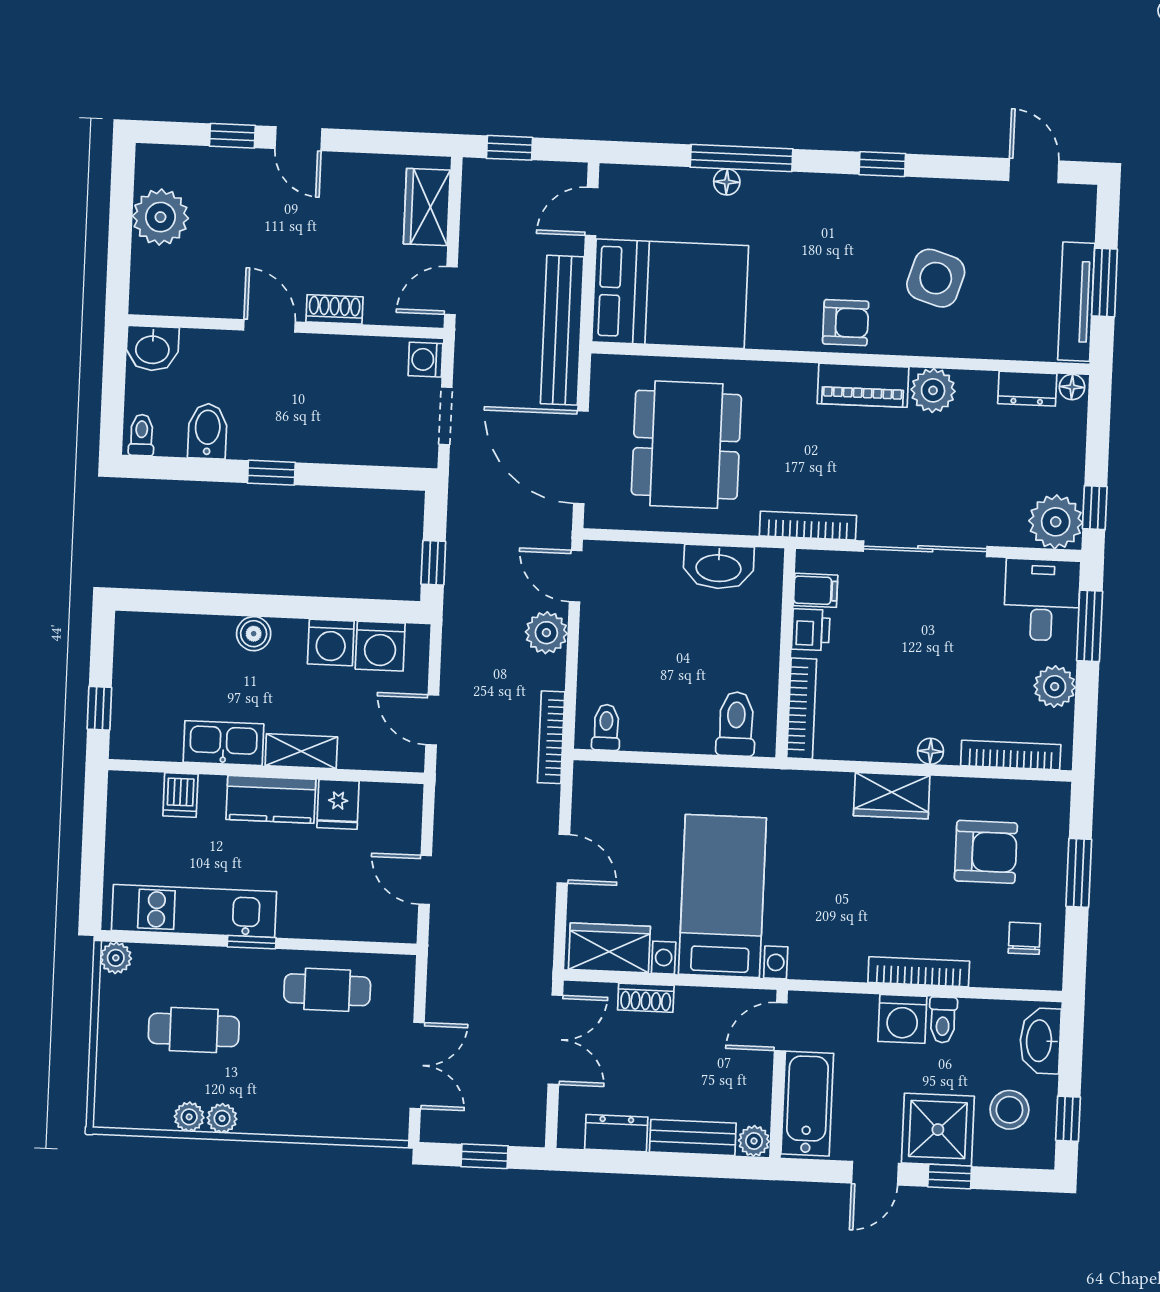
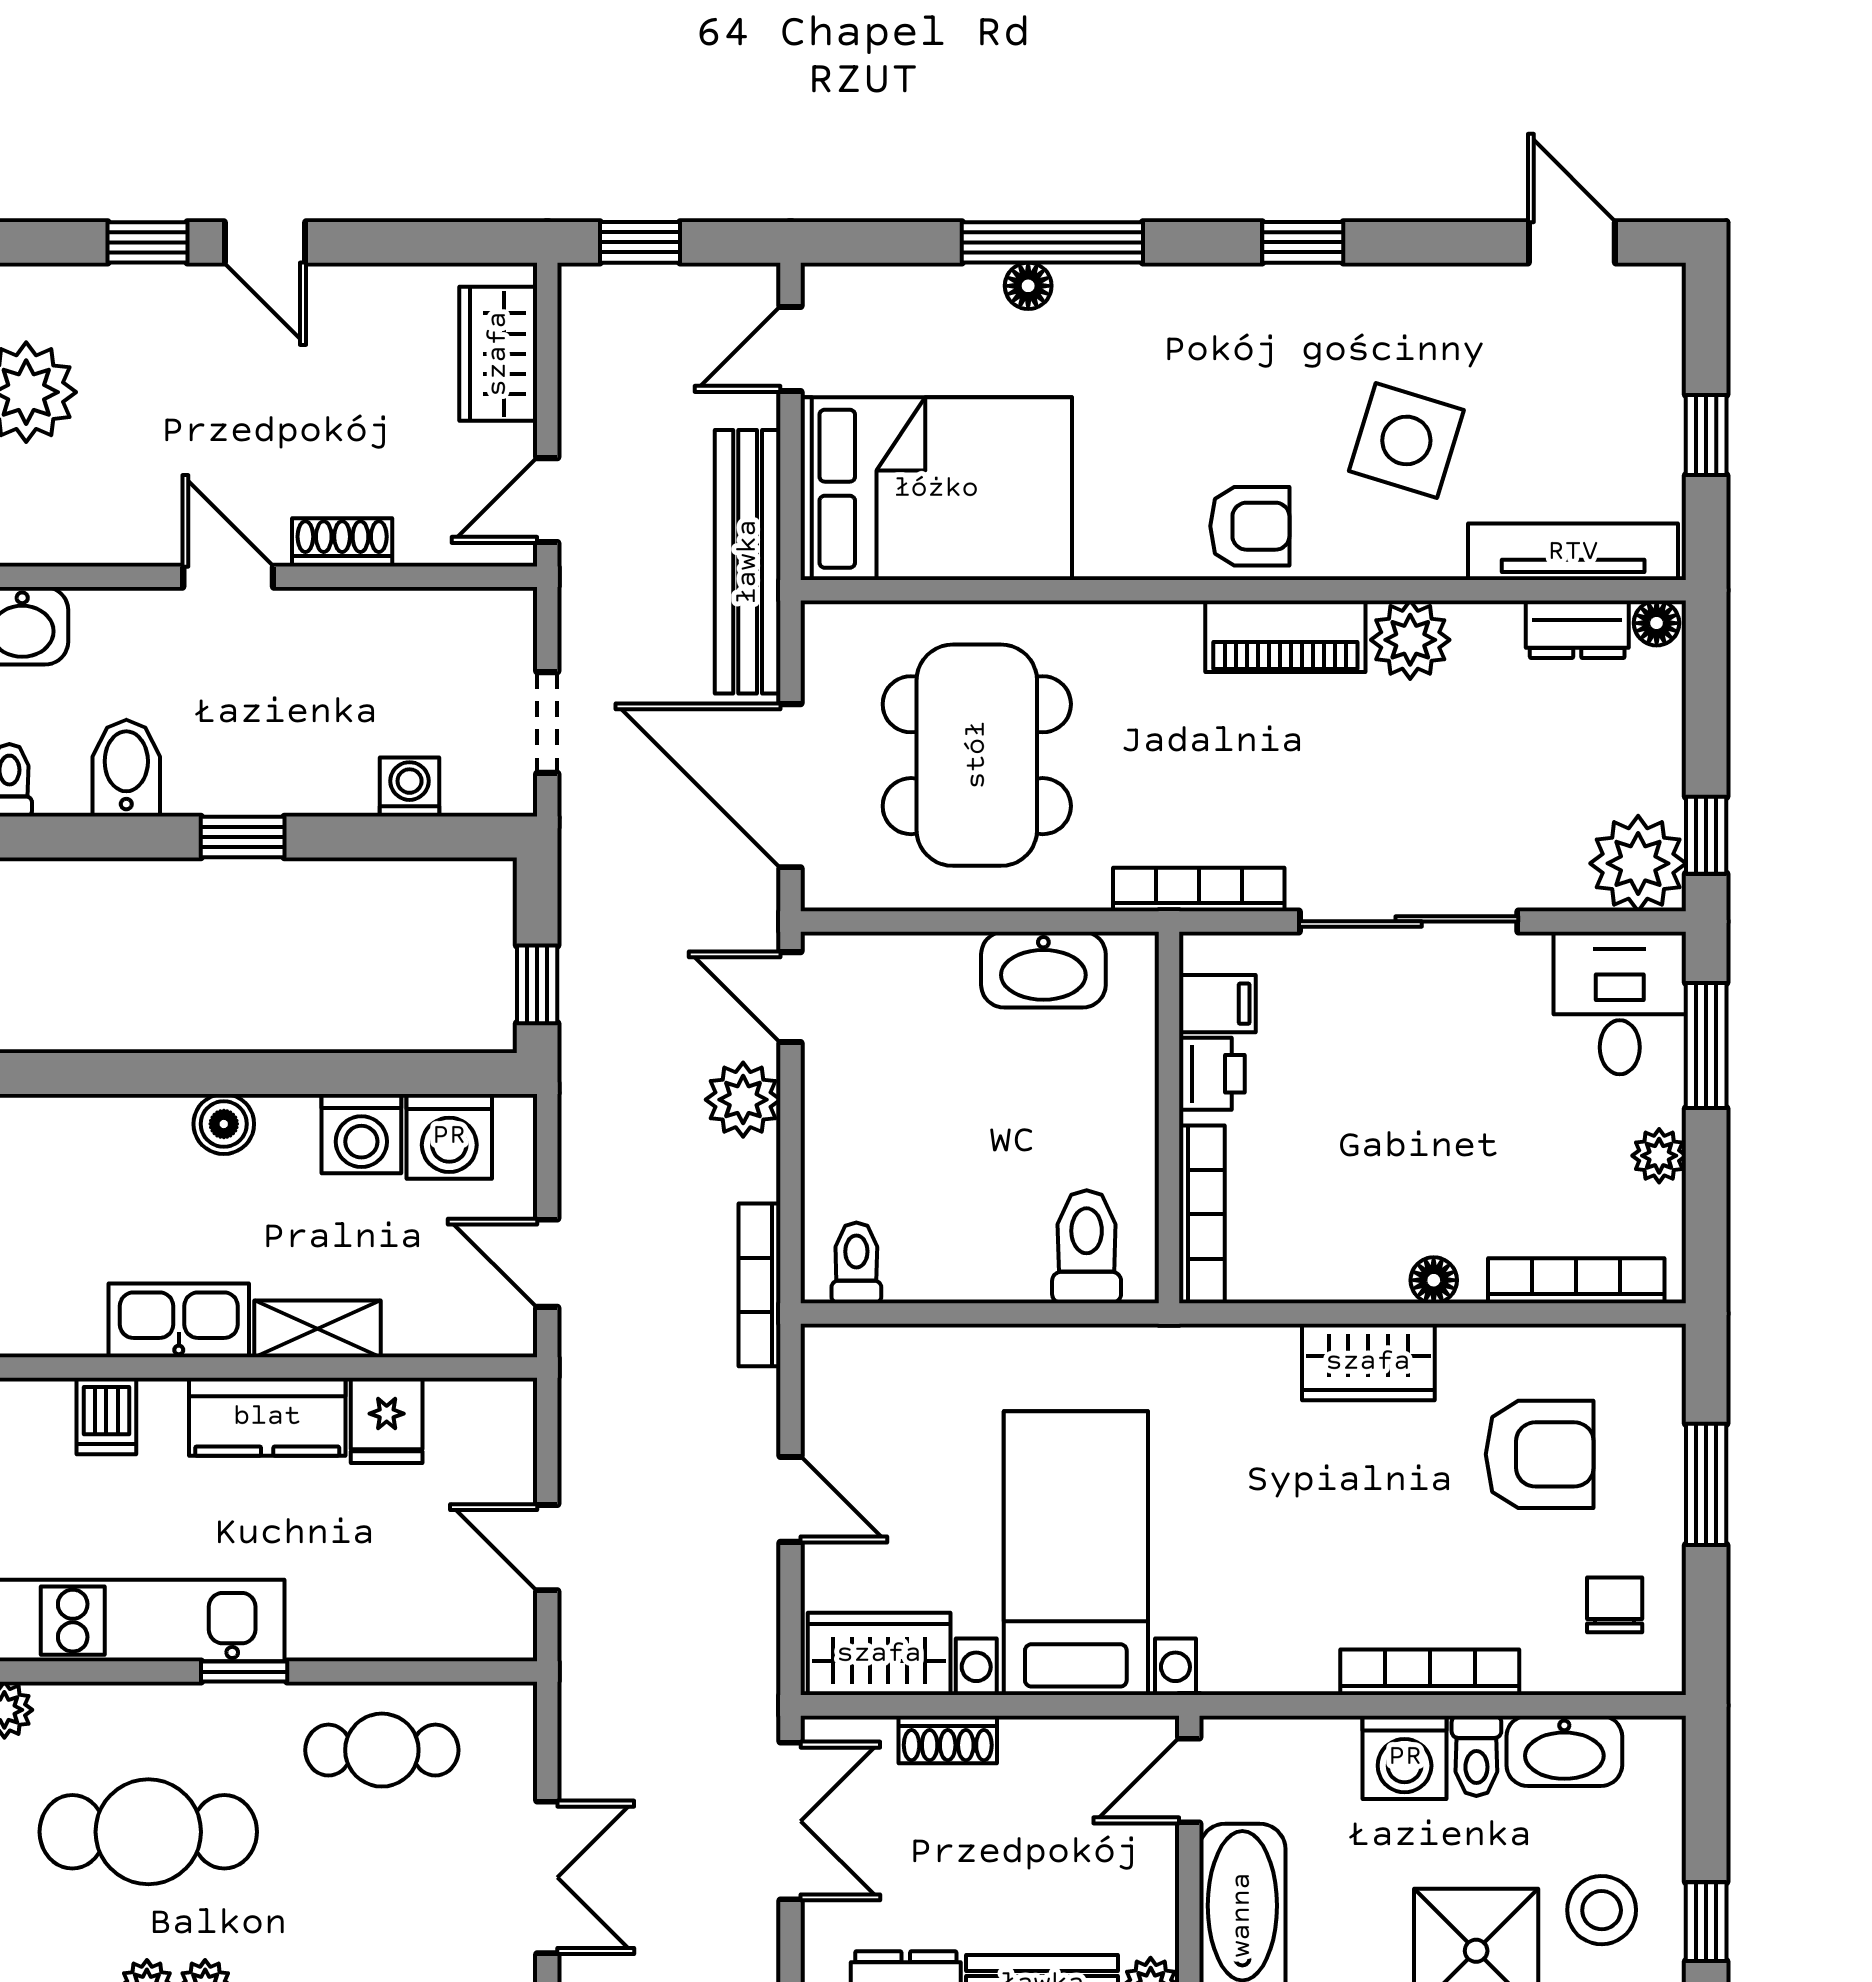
window: (1105, 282) -> (1706, 435), width x0.67
tv unit: (1076, 302) -> (1573, 552), moved, turned 90
washing machine: (425, 360) -> (410, 787), moved, turned 90
plant: (1055, 687) -> (1659, 1156), width x0.73, depth x0.73
cafe table: (194, 1030) -> (148, 1832), width x1.37, depth x1.35
washbasin: (1040, 1041) -> (1564, 1751), moved, turned -90

